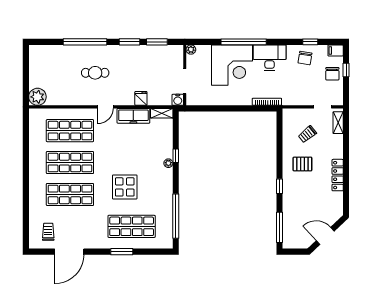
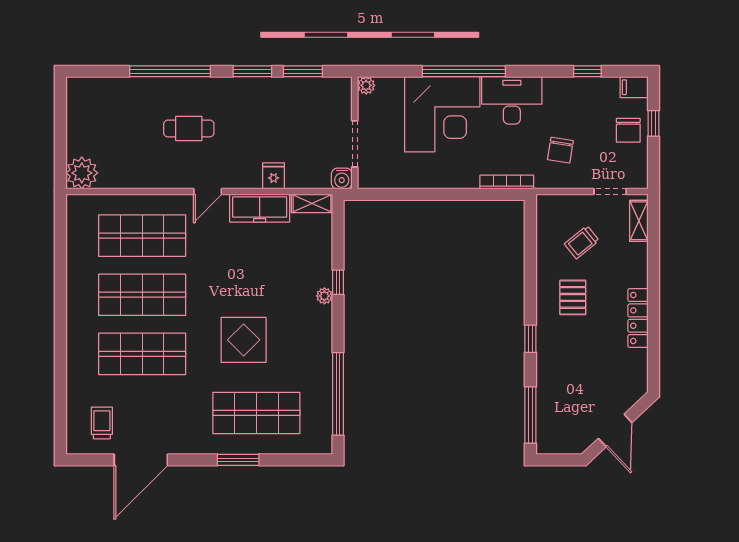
chair: (305, 58) -> (560, 150), moved
pallet: (302, 164) -> (573, 297), turned 90
door: (325, 236) -> (615, 430), swing flipped

